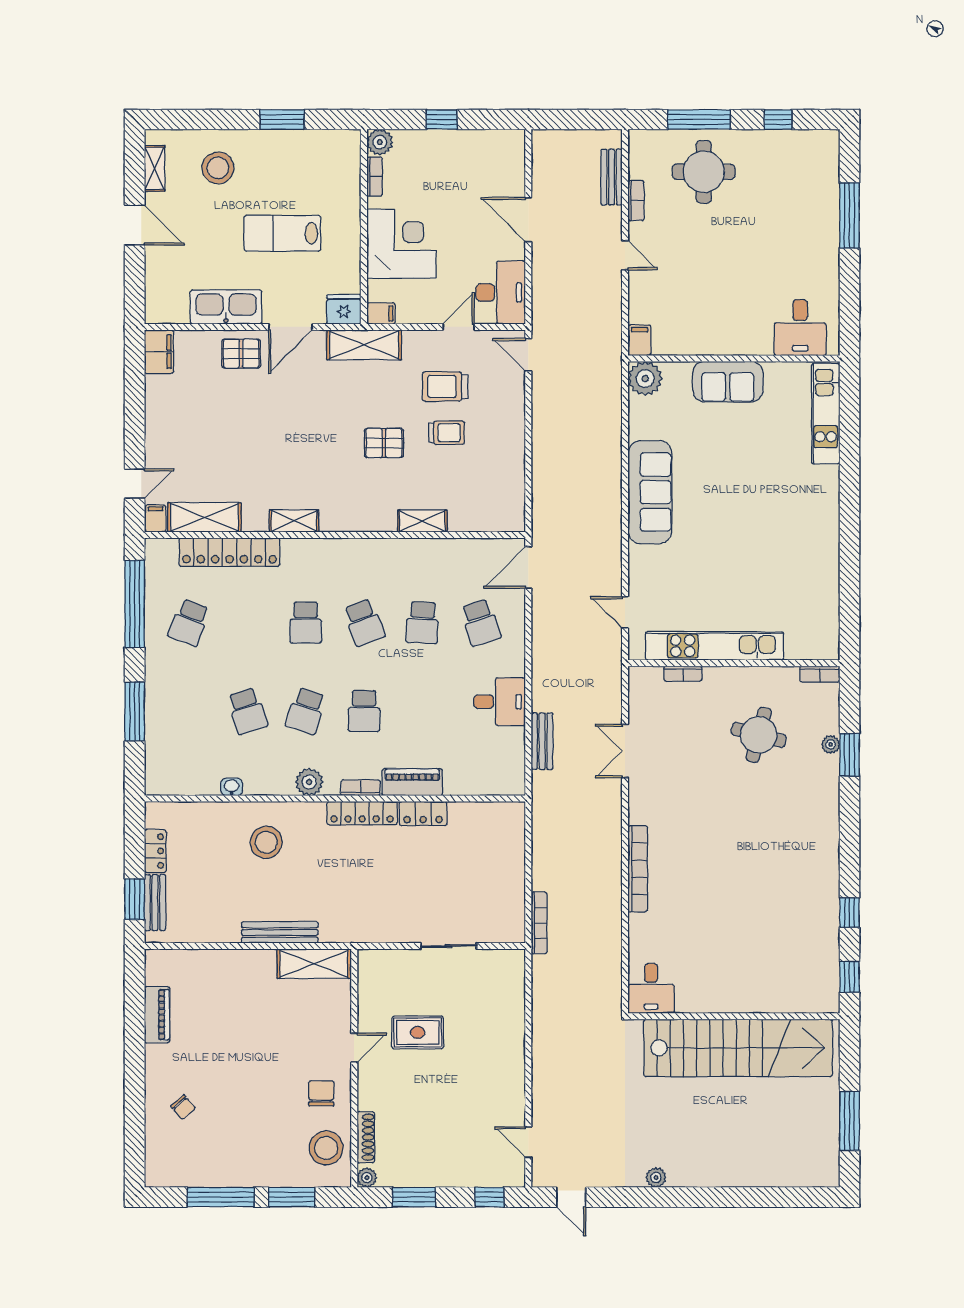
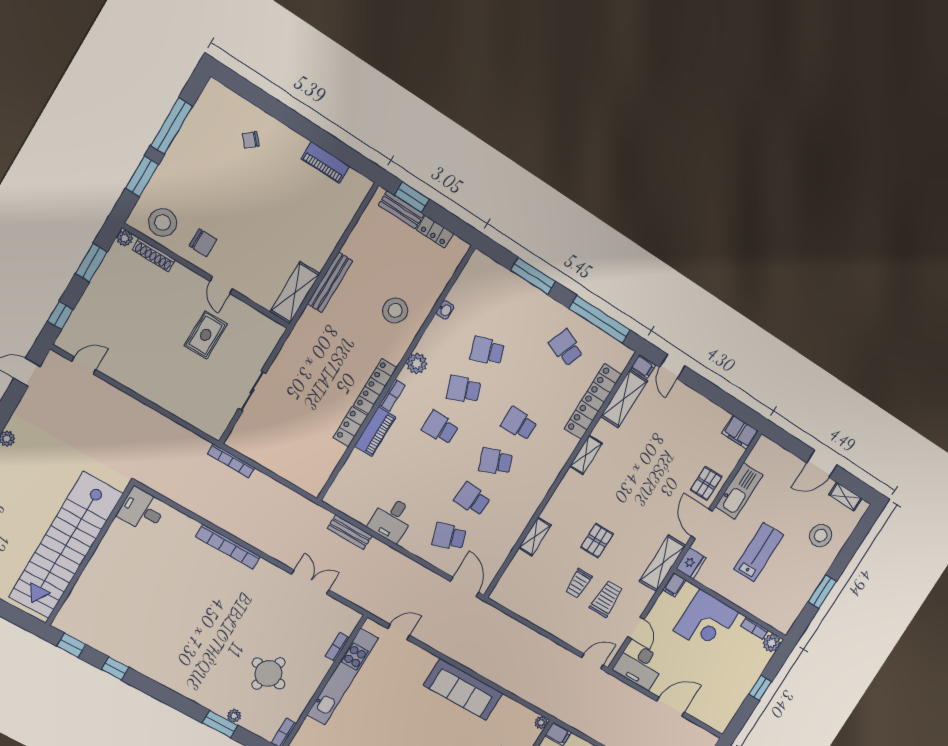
plant: (645, 378) -> (541, 723), width x0.53, depth x0.53
school desk: (306, 711) -> (464, 389), turned -39

